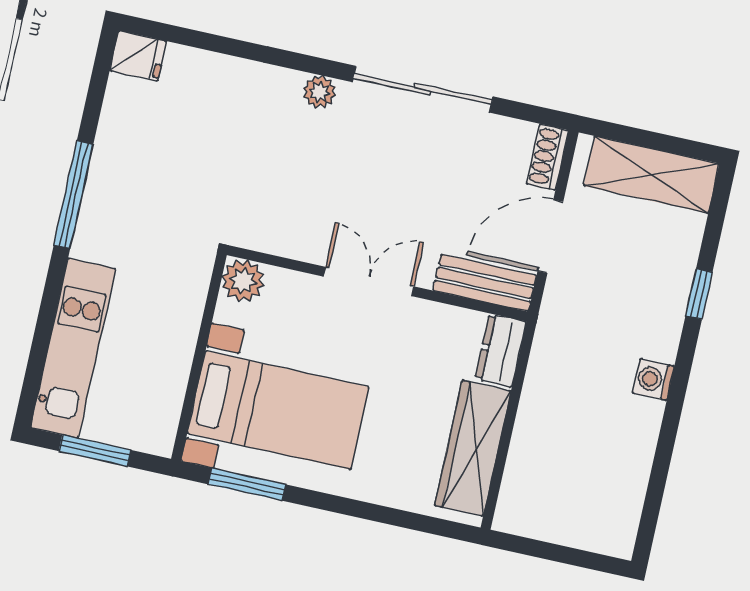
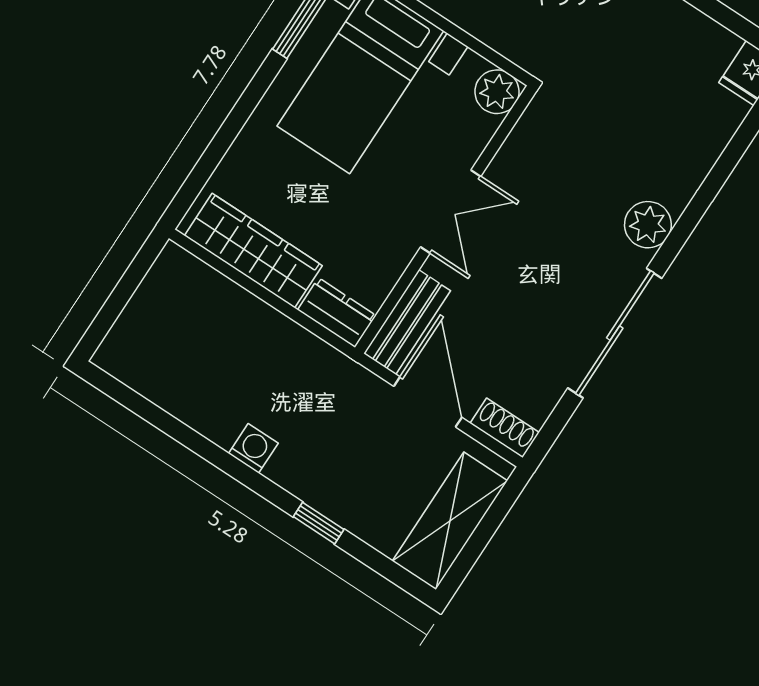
plant: (319, 92) -> (648, 225), width x1.38, depth x1.38

